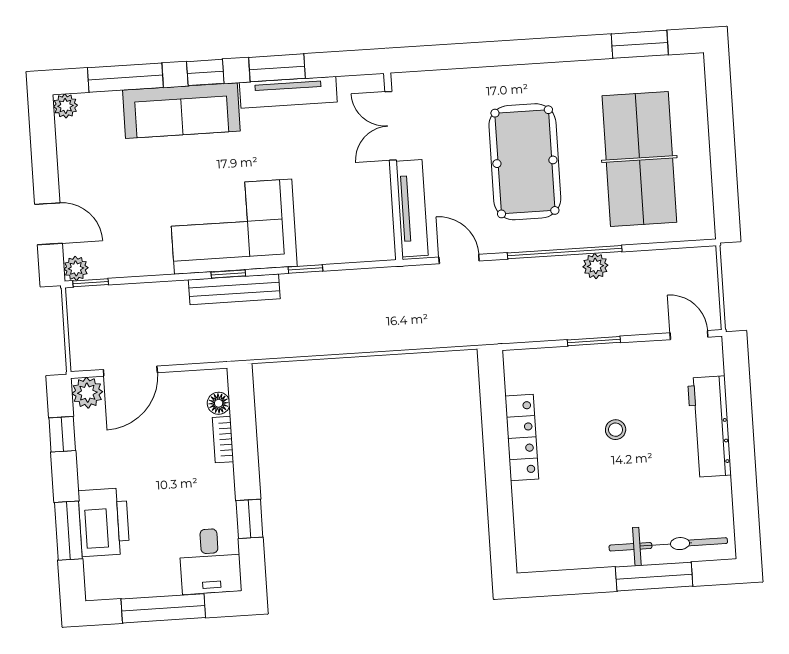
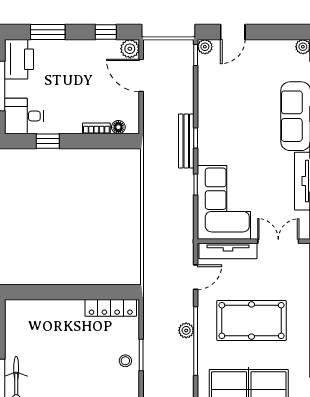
corner sofa: (233, 227) -> (224, 202), moved
plant: (595, 266) -> (186, 330), moved
stool: (616, 430) -> (125, 361), moved
locker: (522, 437) -> (111, 308), moved
printer: (104, 522) -> (19, 59), moved, turned -90

